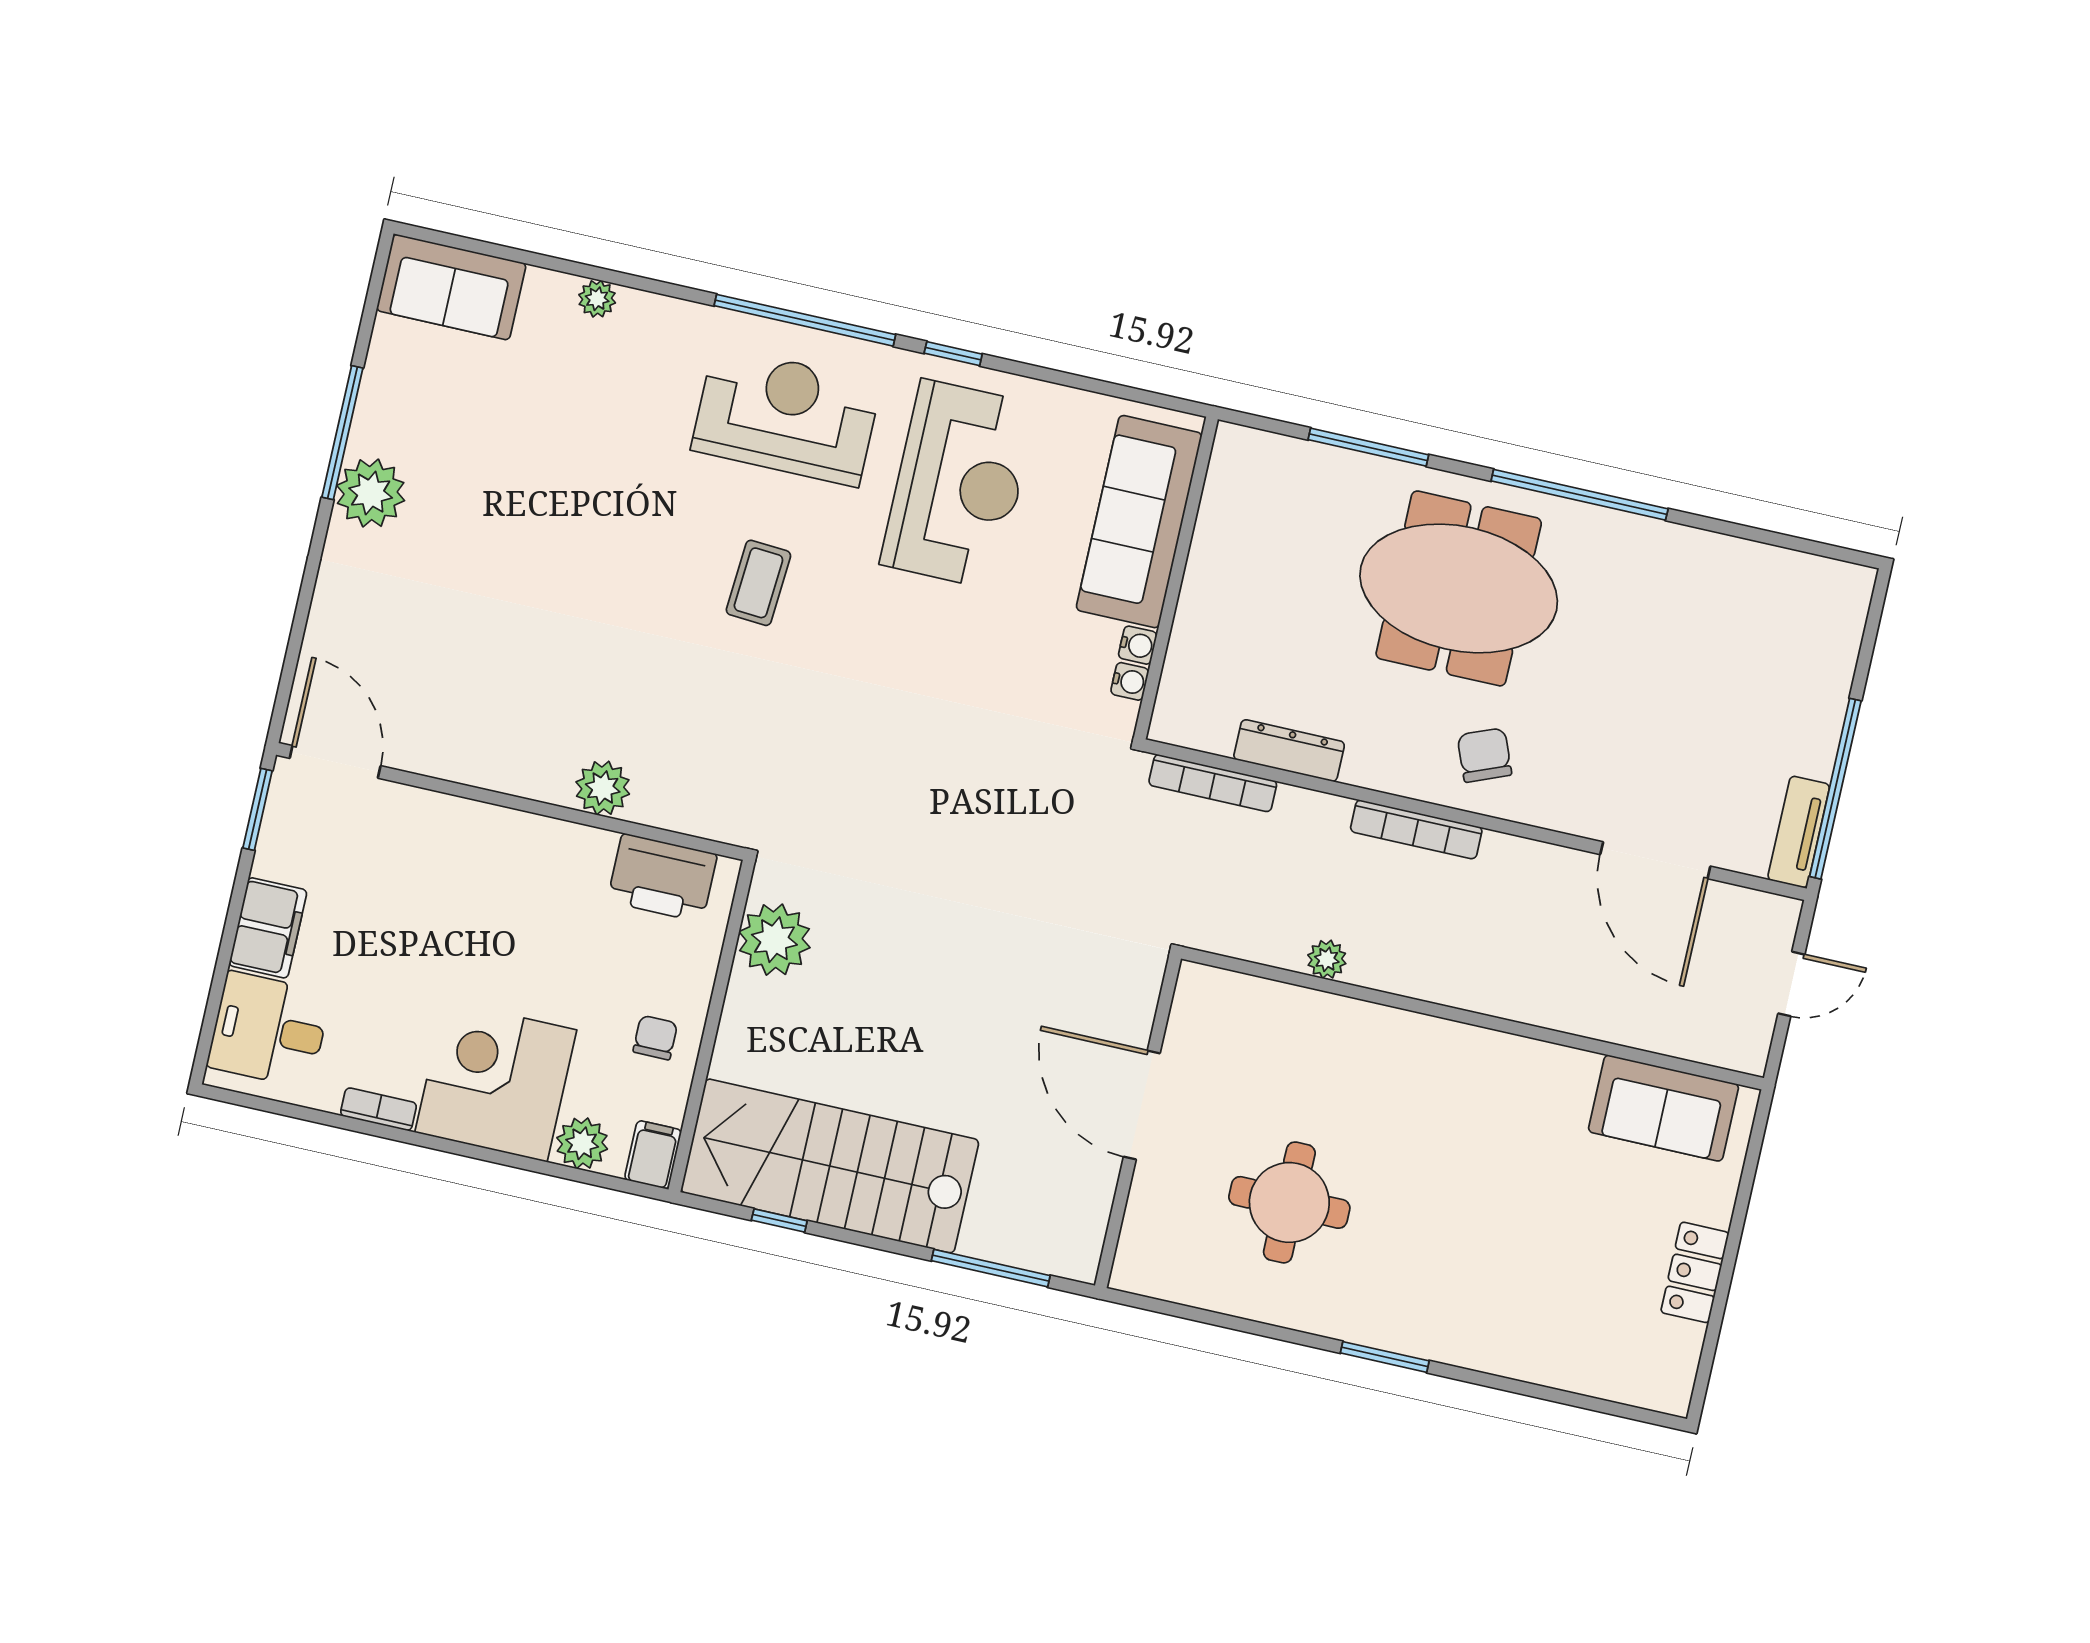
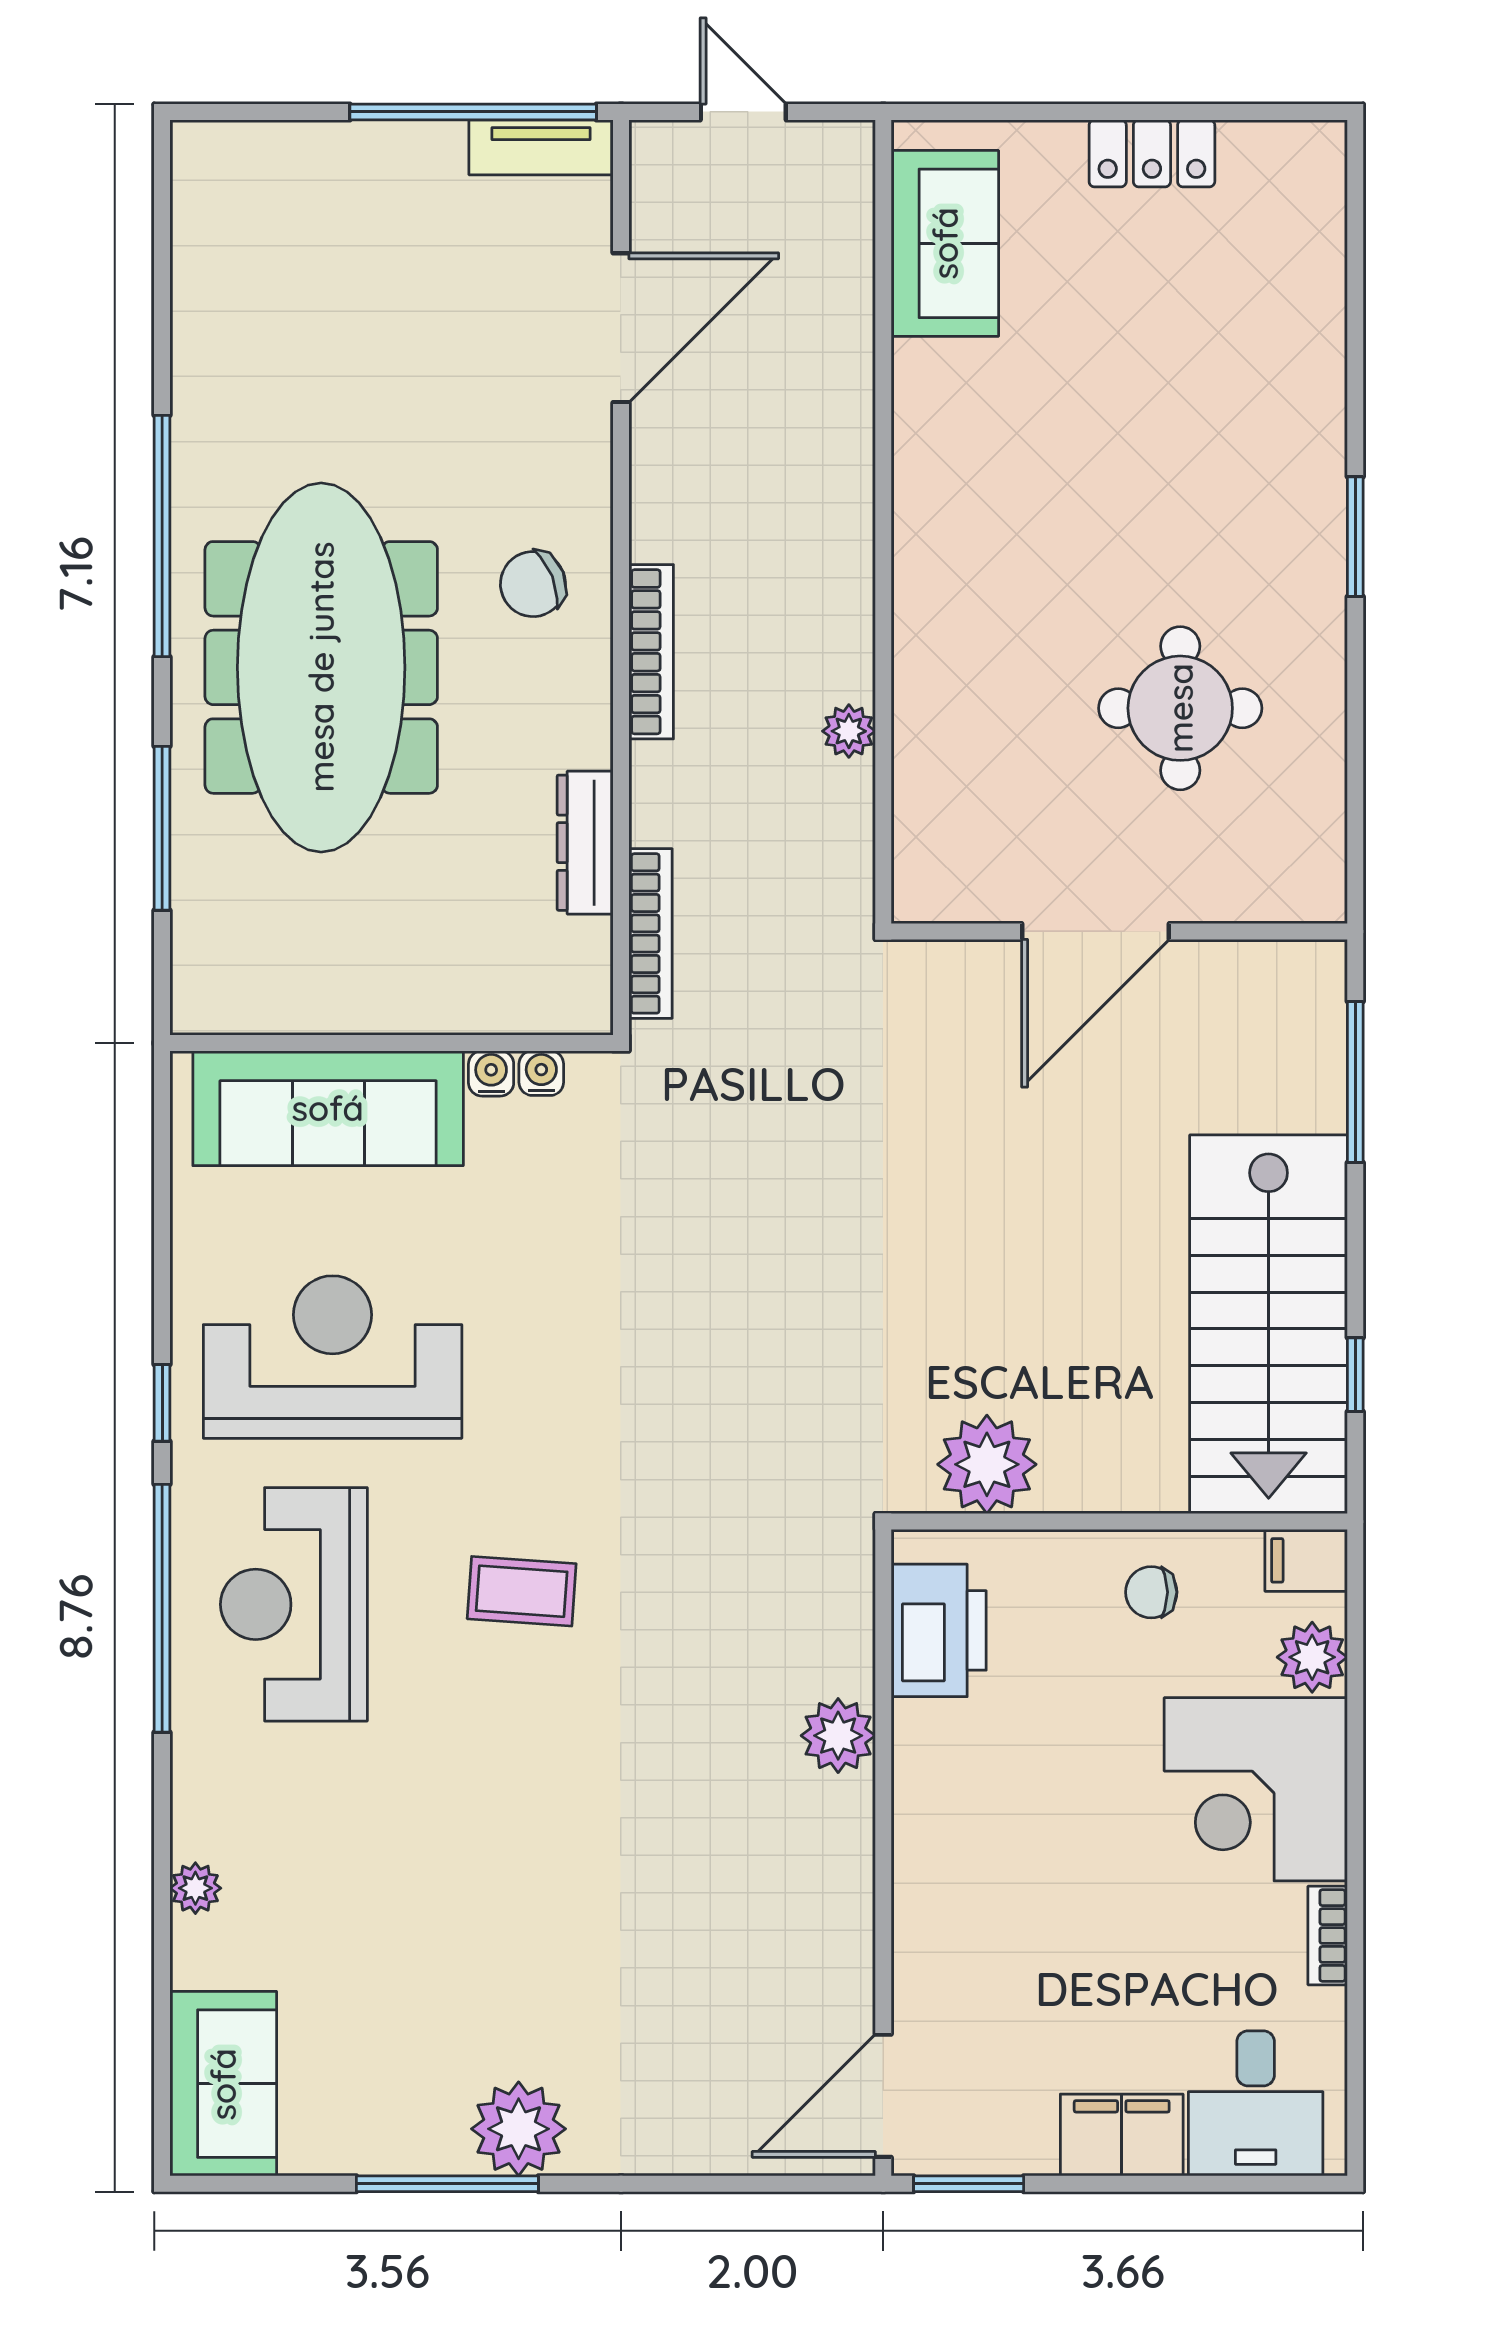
meeting table: (1459, 588) -> (321, 667), width x1.36

